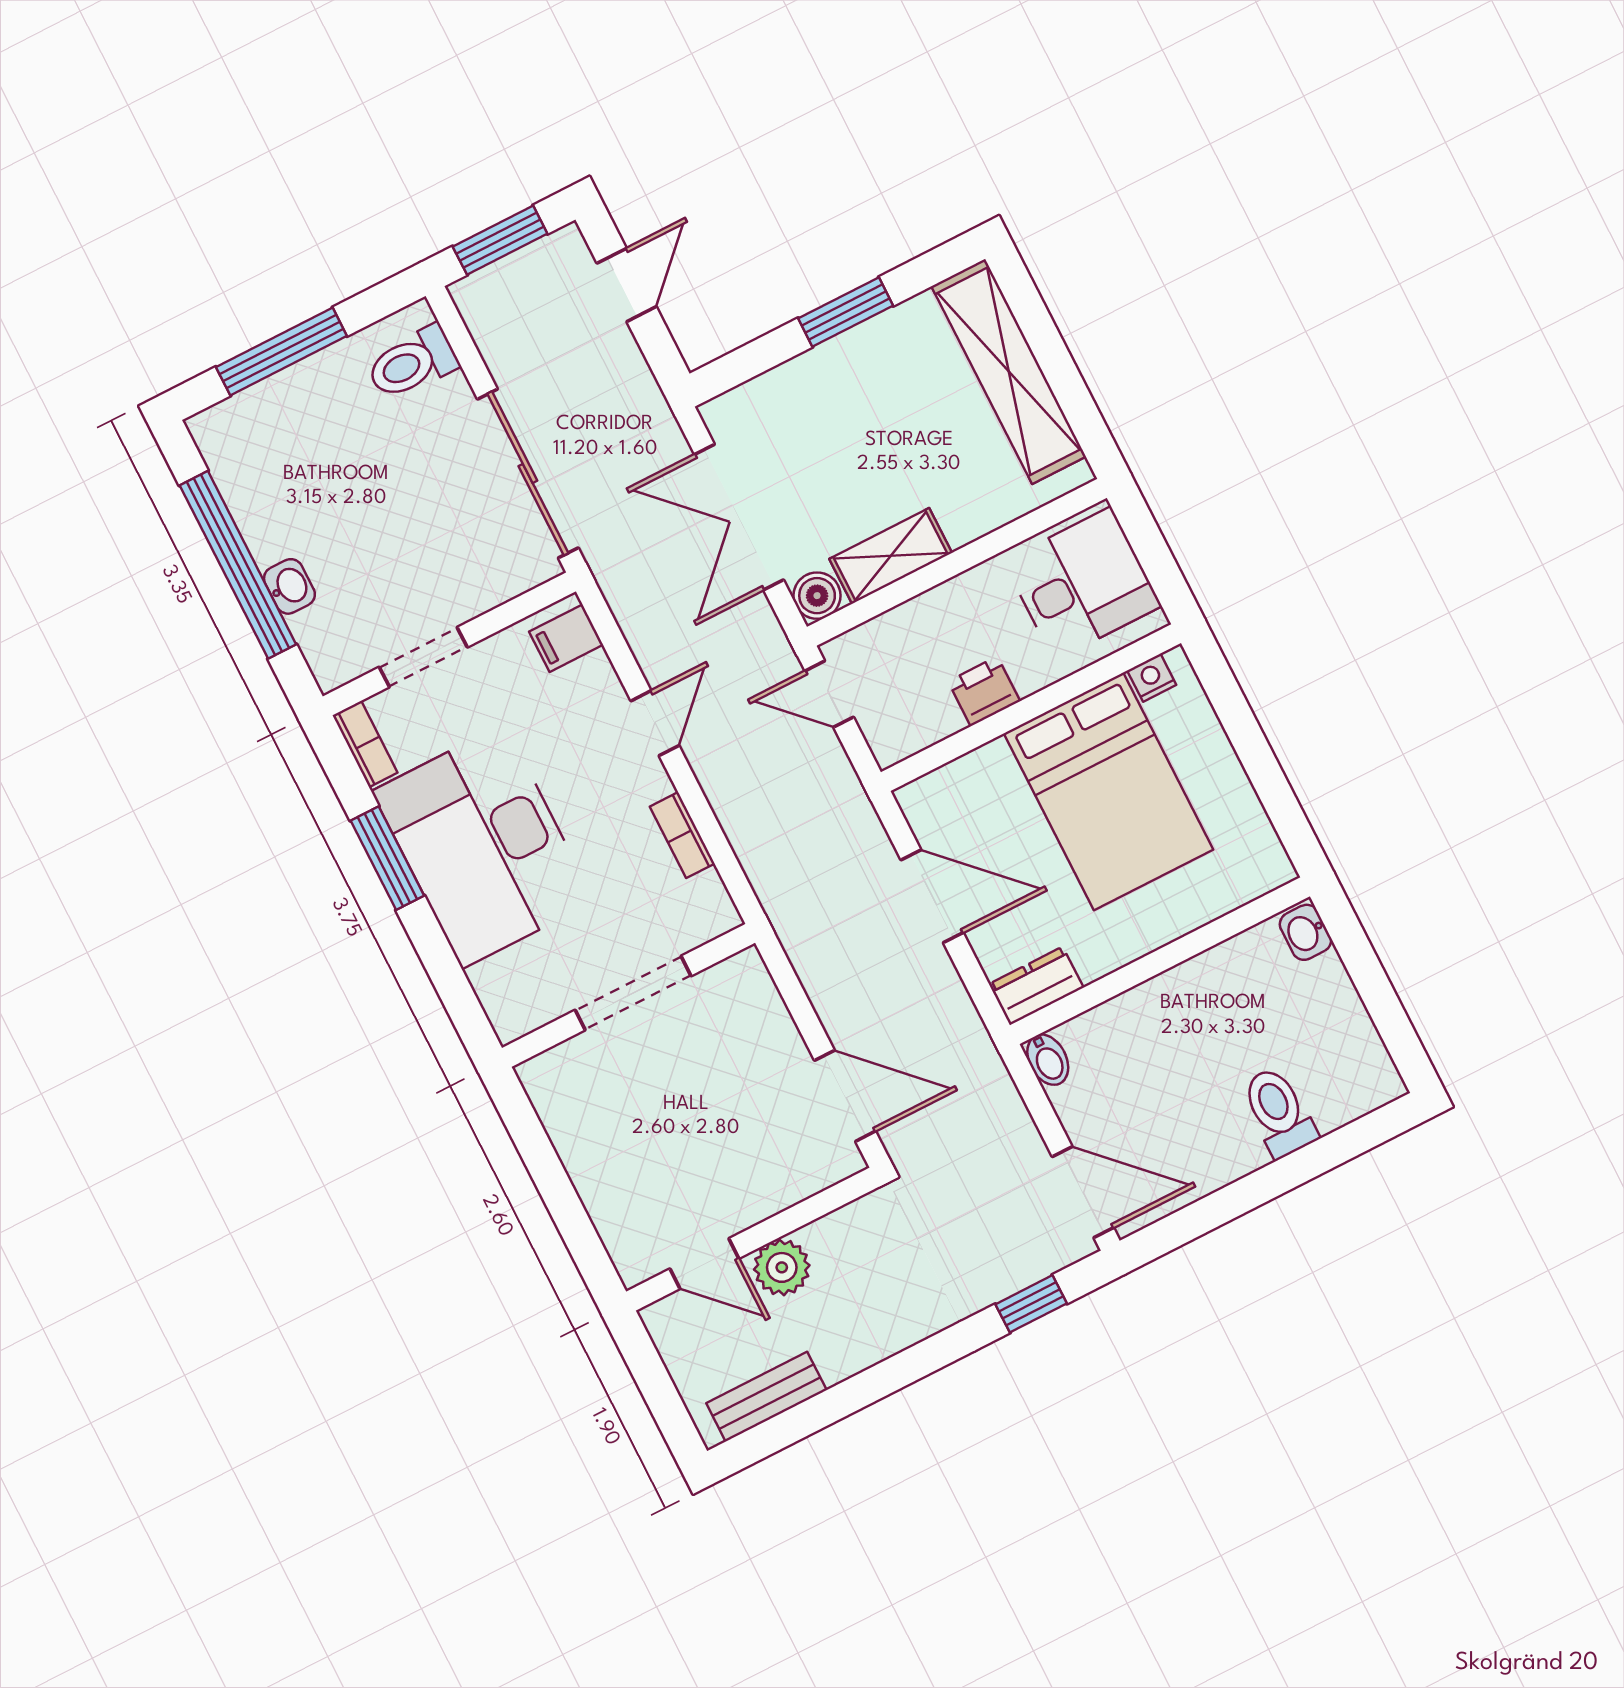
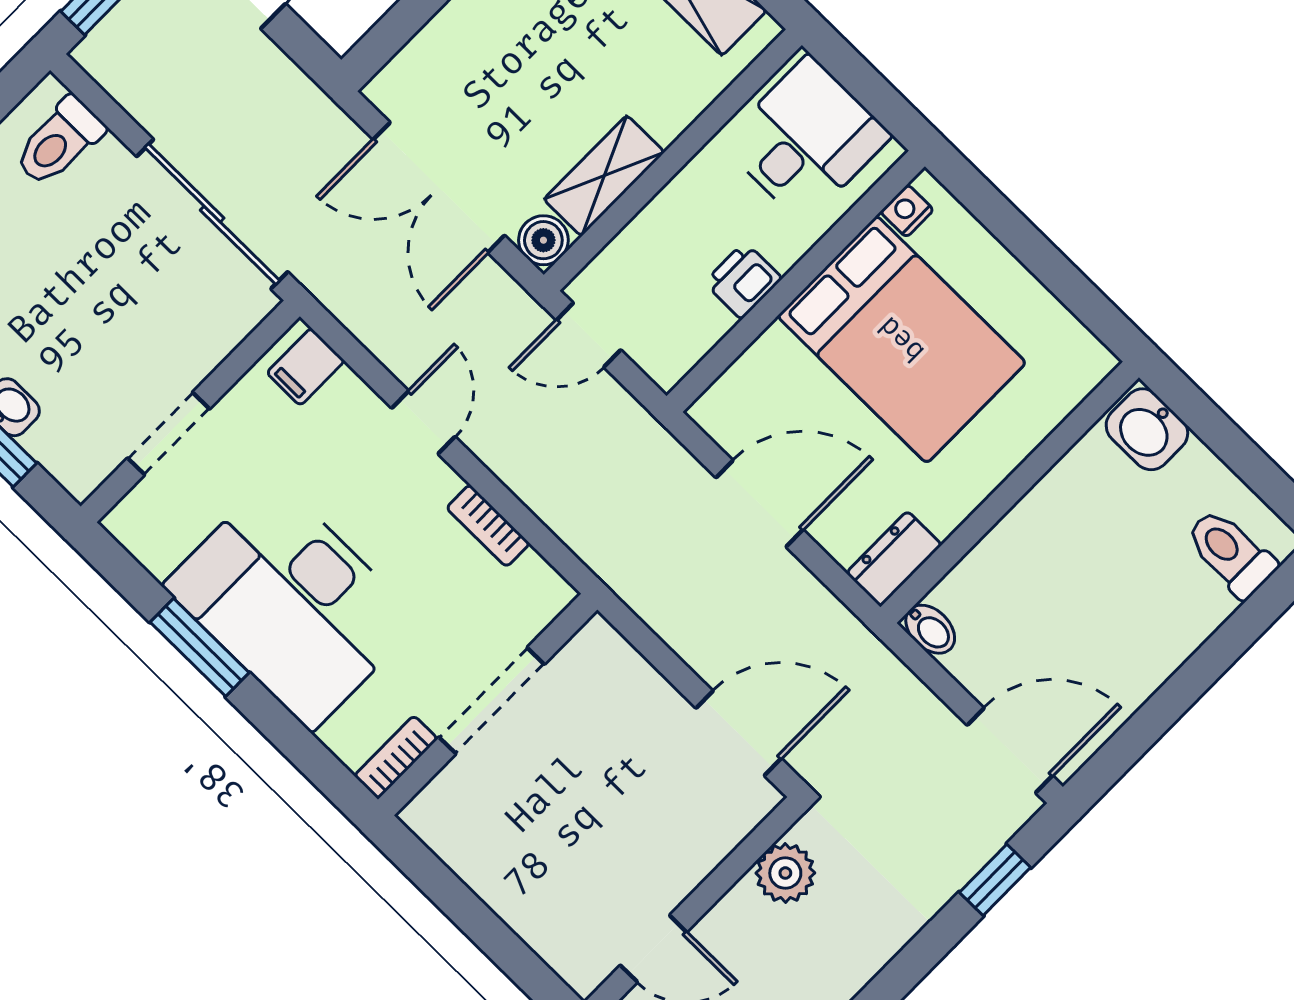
bookcase: (365, 744) -> (396, 757), moved, turned -90
washbasin: (1305, 932) -> (1147, 429), width x1.38, depth x1.45
toilet: (1279, 1112) -> (1231, 553), moved
plant: (782, 1267) -> (785, 873), moved

